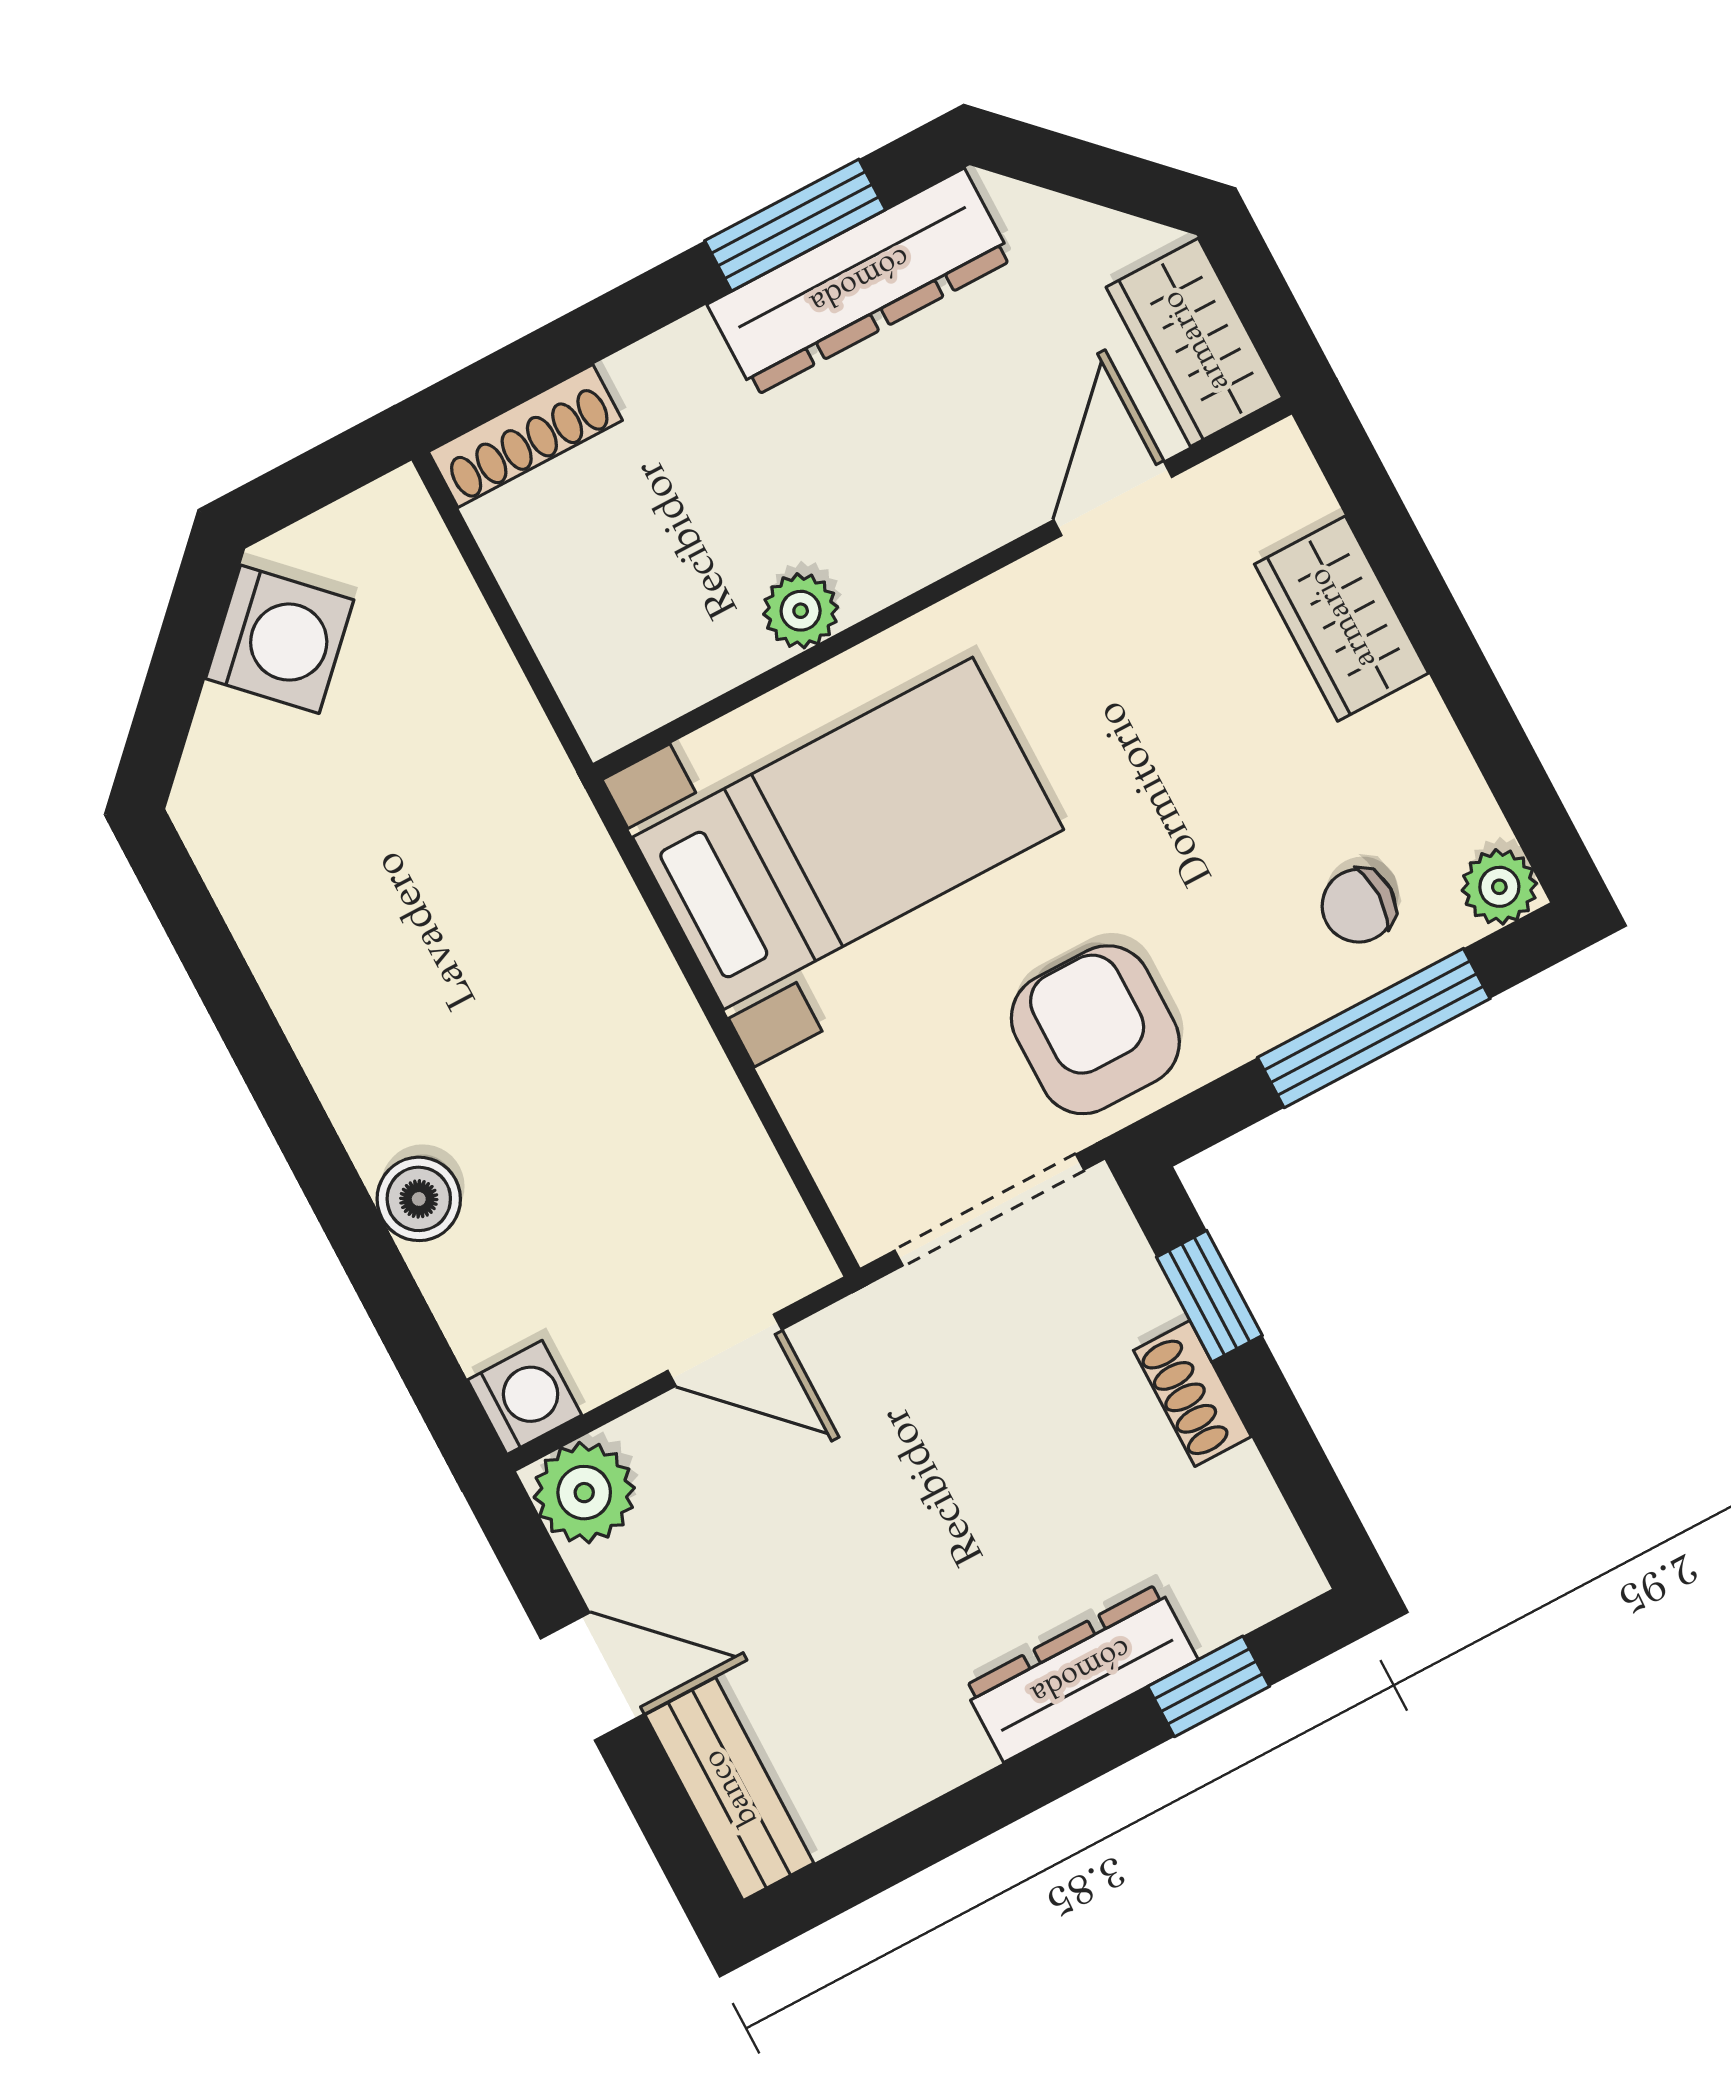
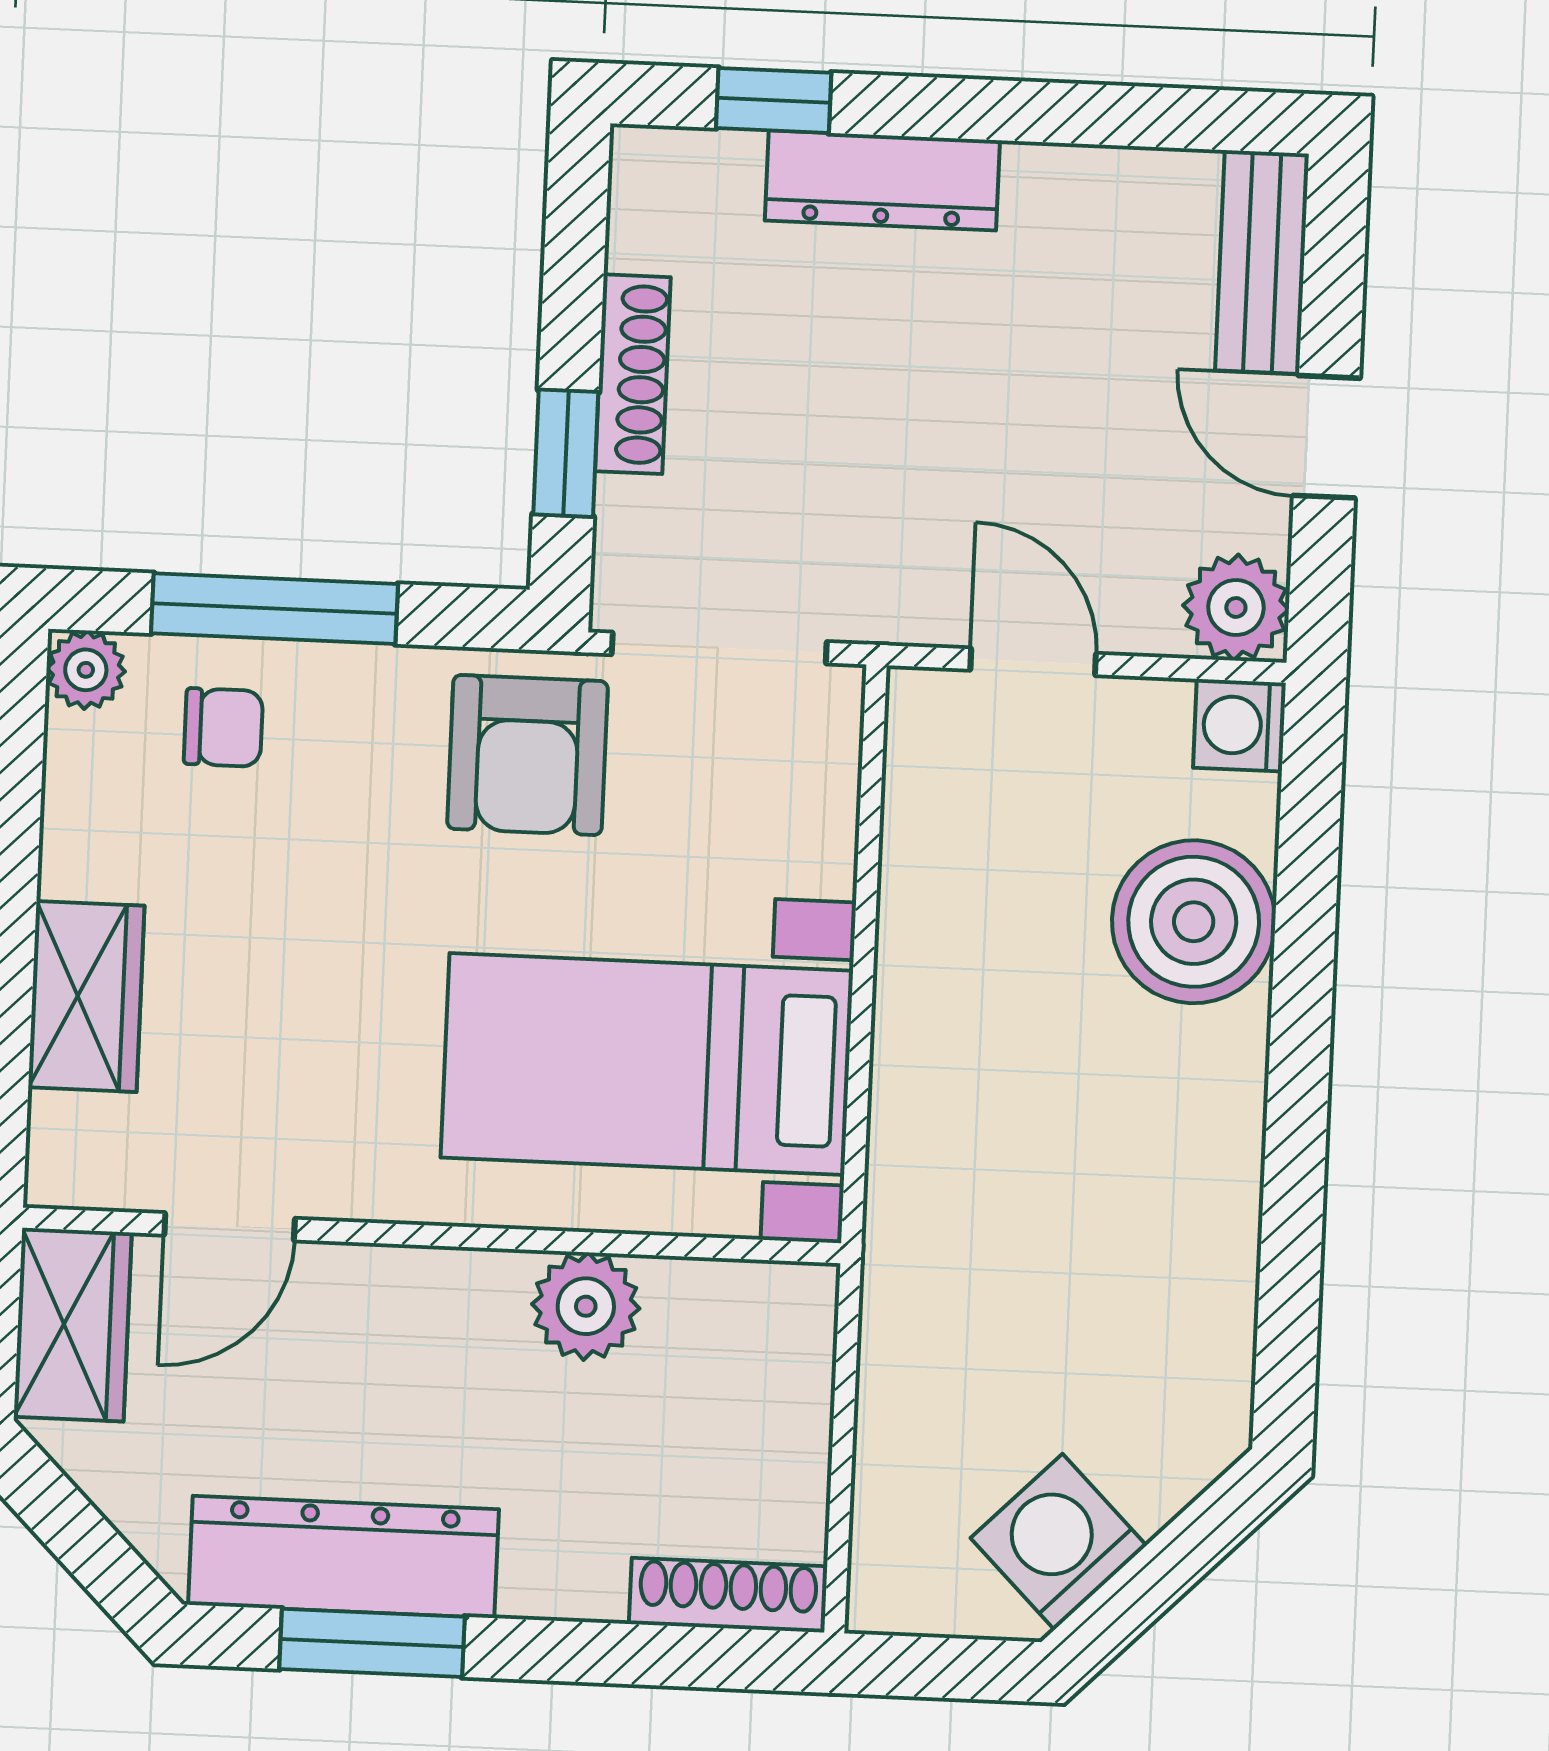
plant: (801, 611) -> (586, 1306), width x1.38, depth x1.38
boiler: (419, 1199) -> (1194, 922), width x1.86, depth x1.86
shoe rack: (1192, 1393) -> (633, 374), width x1.43

